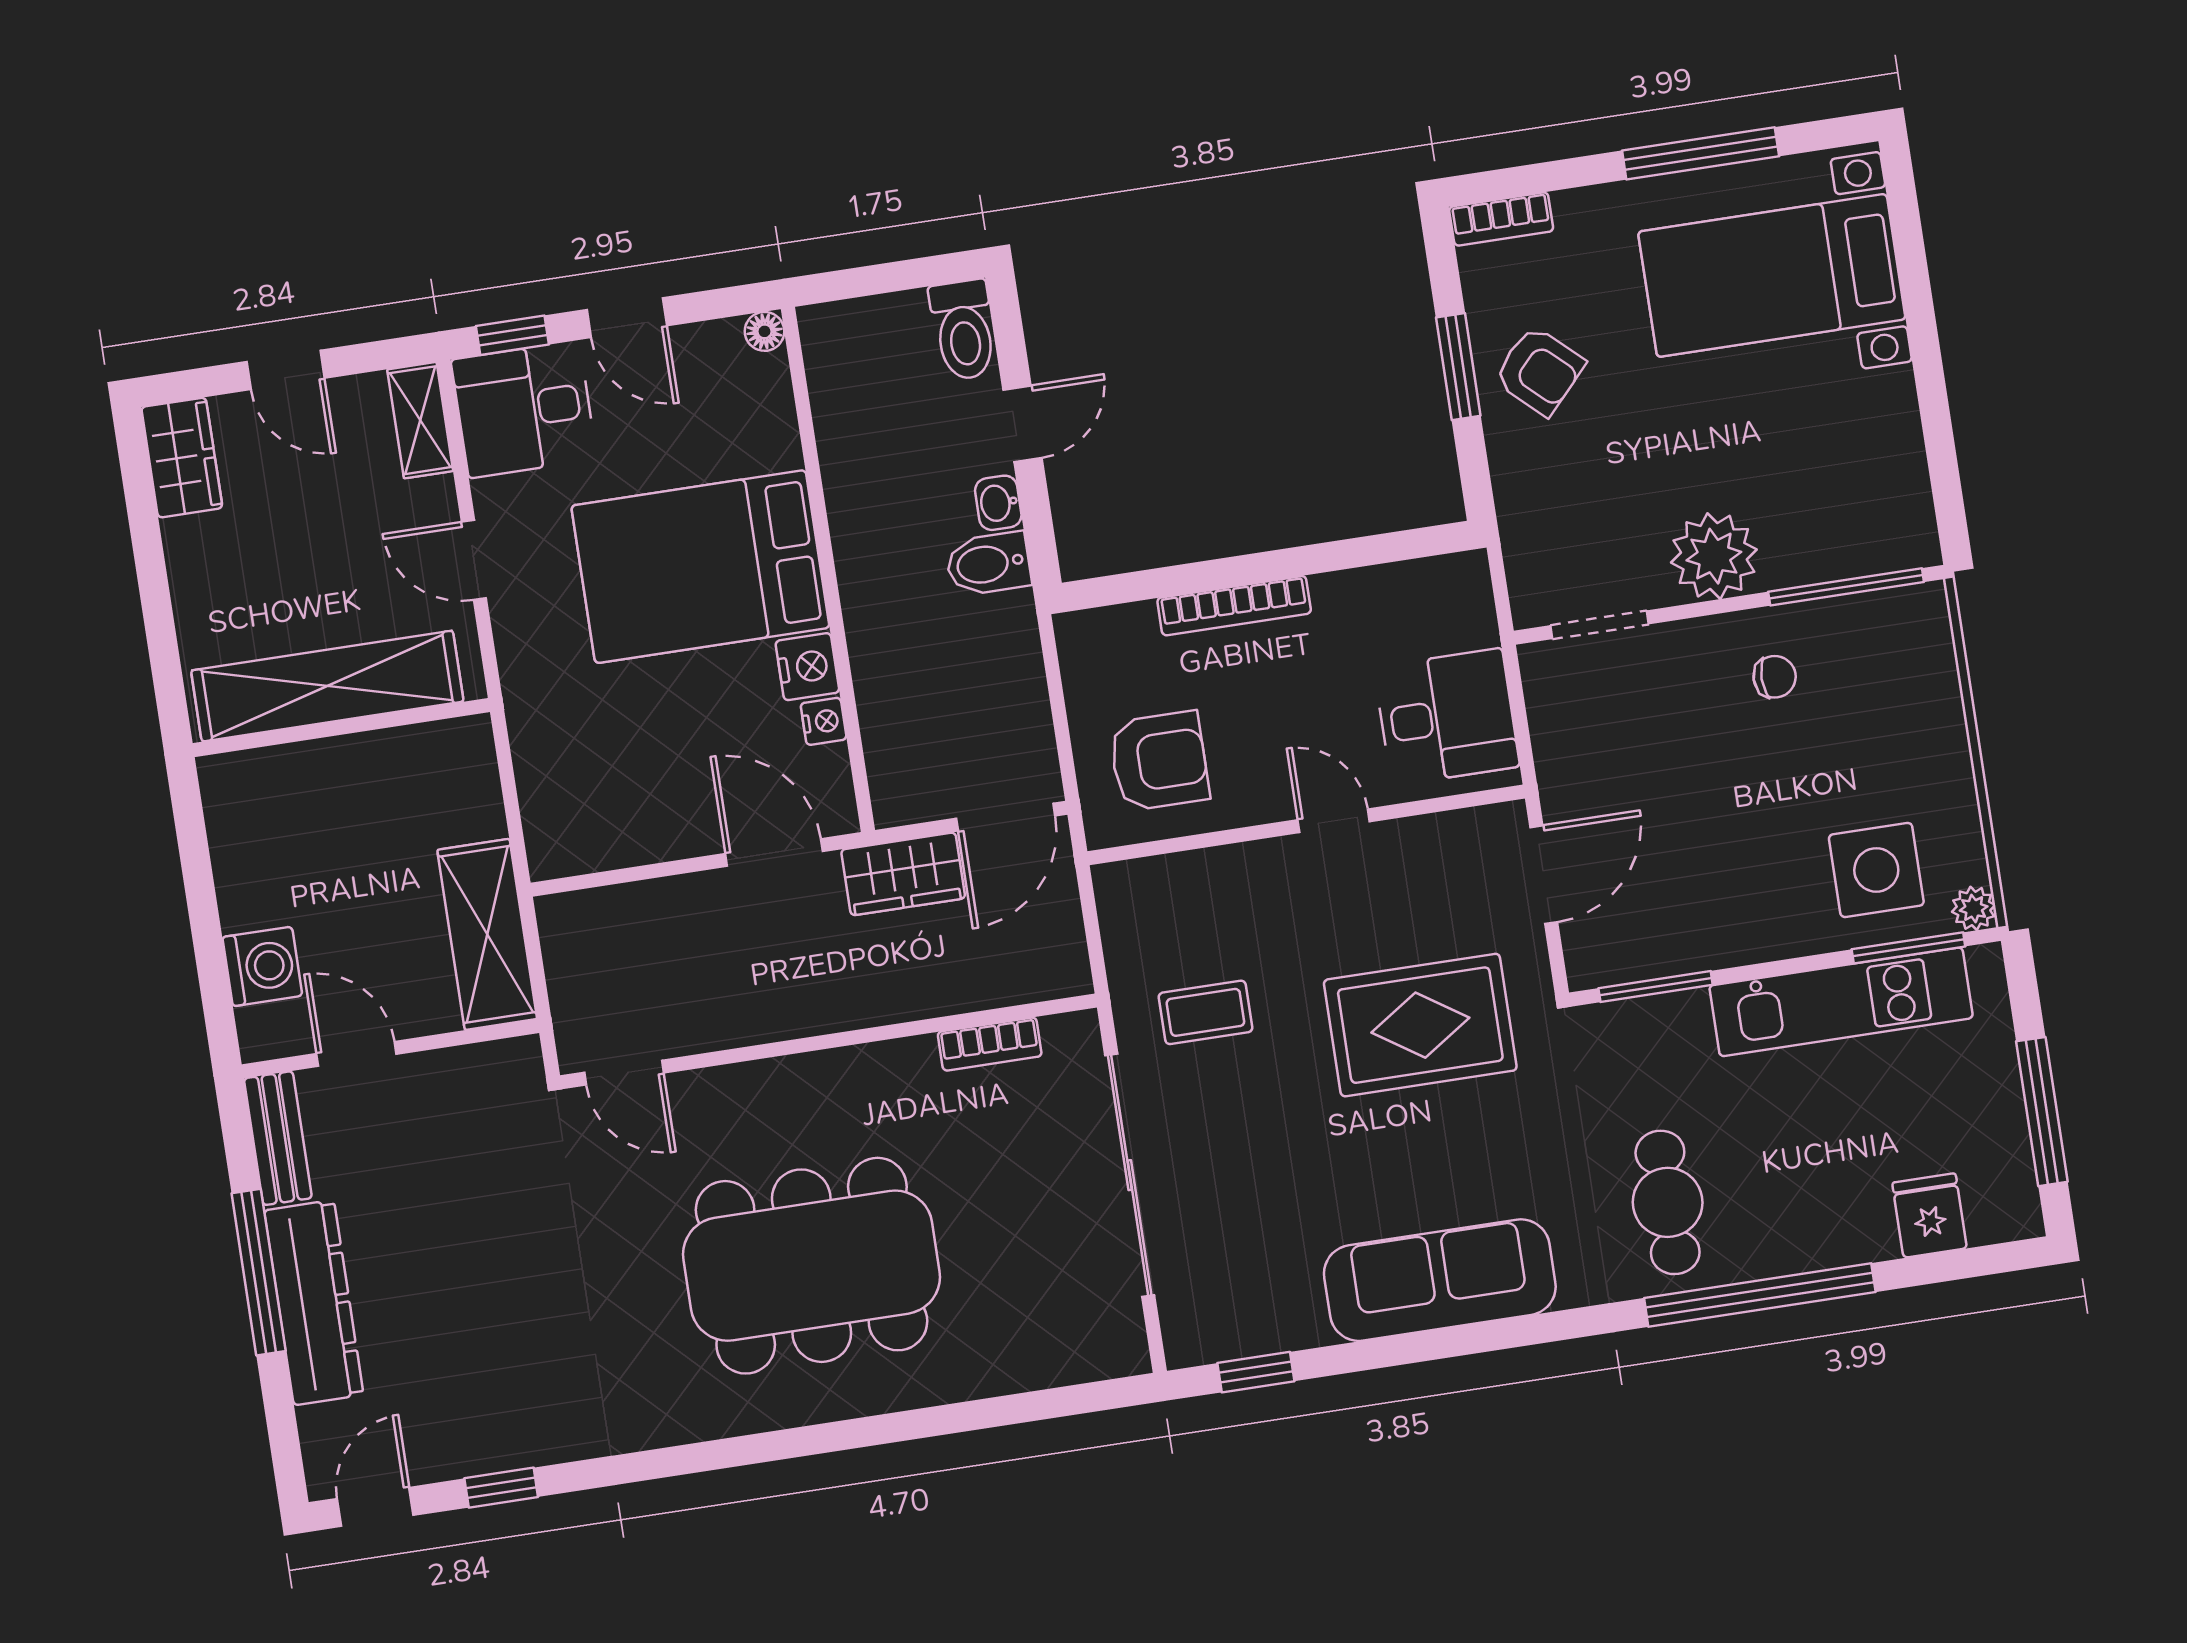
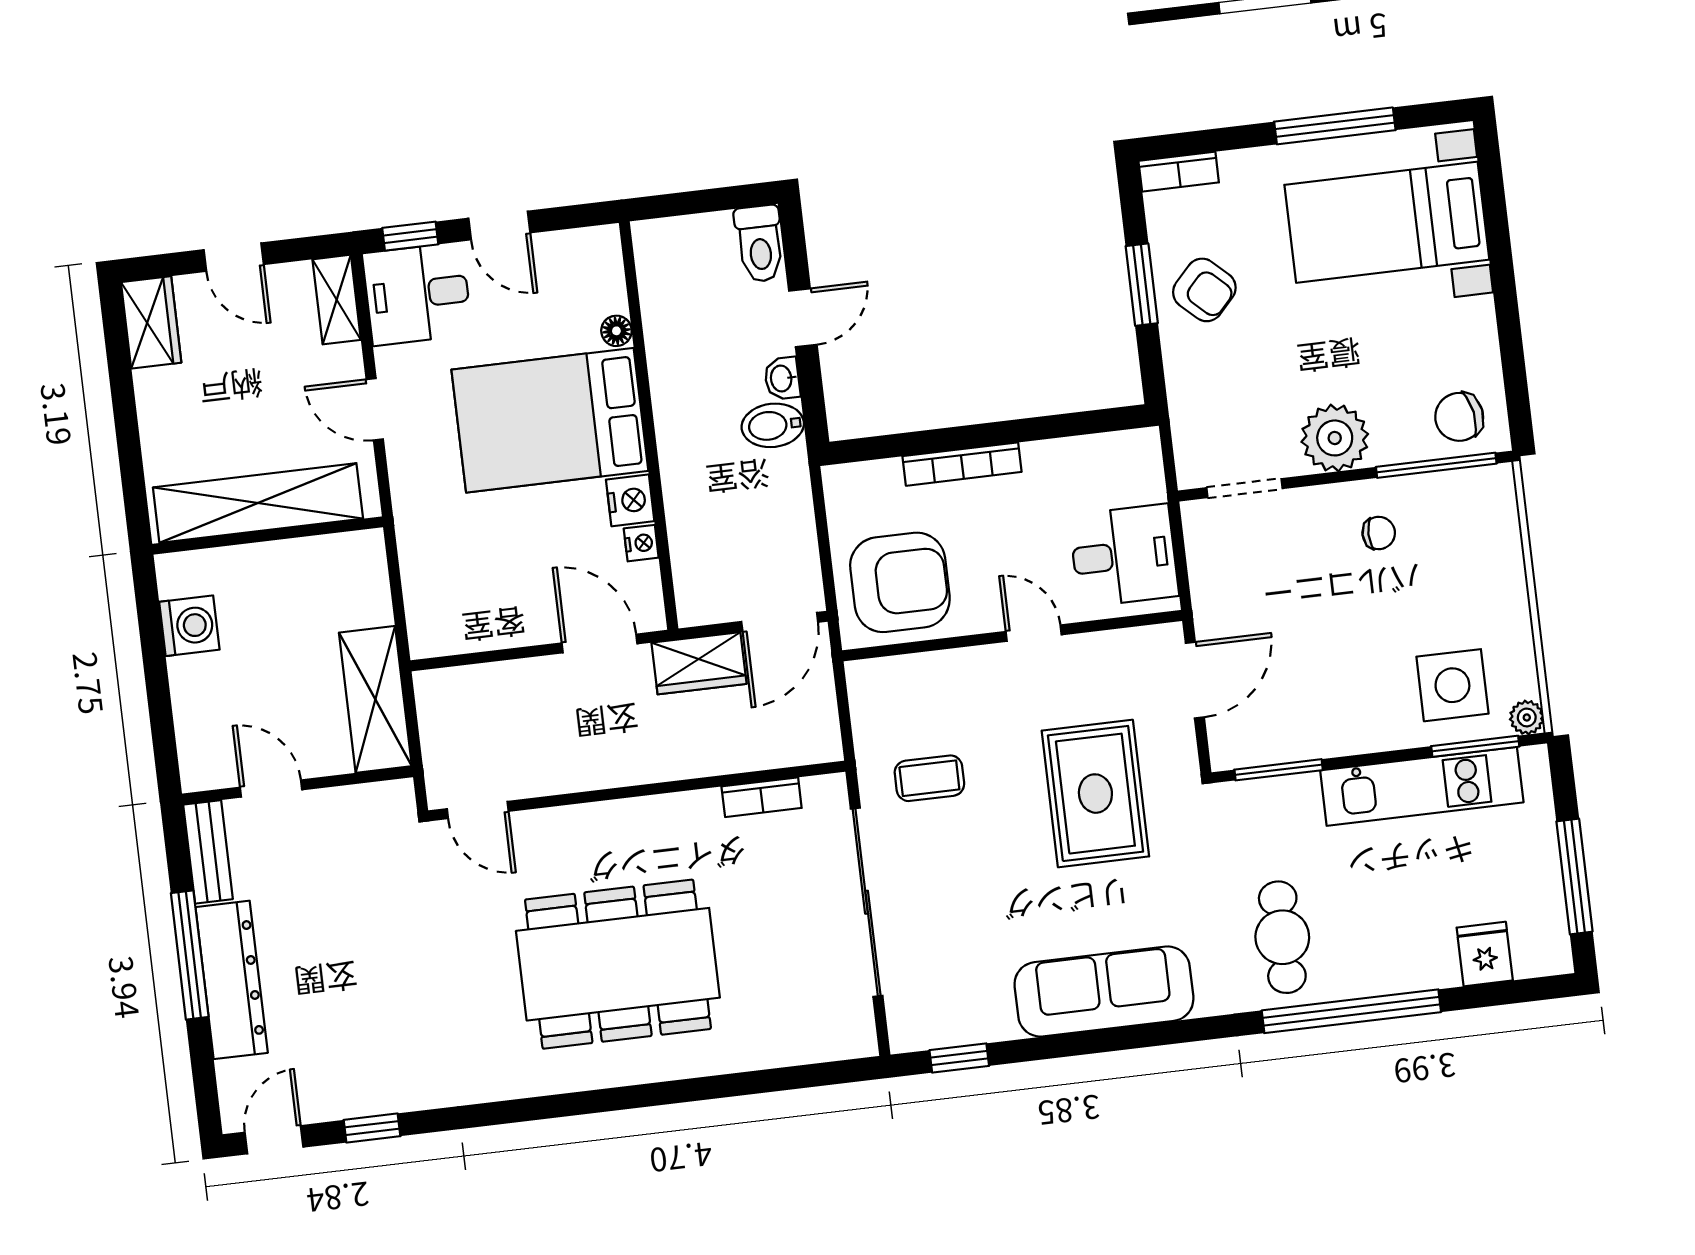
floor lamp: (764, 331) -> (616, 331), moved
chair: (1874, 523) -> (1459, 417), added
armchair: (1159, 761) -> (900, 582), width x1.36, depth x1.36
washing machine: (262, 966) -> (189, 626), moved
rug: (1420, 1025) -> (1095, 794), turned 90

